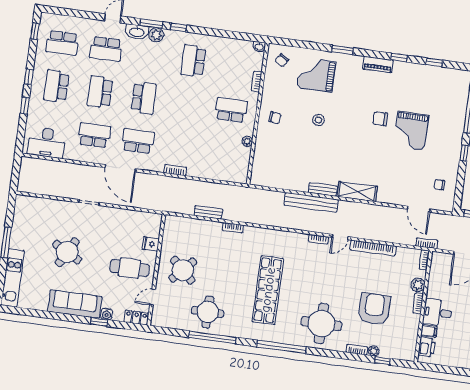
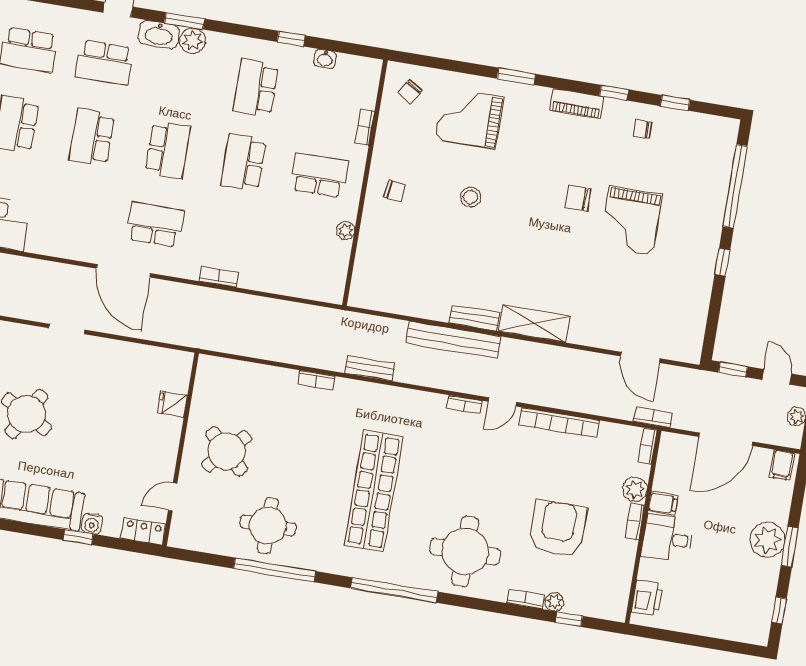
window: (178, 27) -> (291, 39), moved
washbasin: (259, 47) -> (325, 59), moved
school desk: (94, 135) -> (243, 162), moved, turned -90
chair: (439, 185) -> (642, 129), moved
bench: (208, 212) -> (370, 368), moved
cafe table: (130, 268) -> (134, 445), removed
filing cabinet: (429, 331) -> (663, 503), moved

